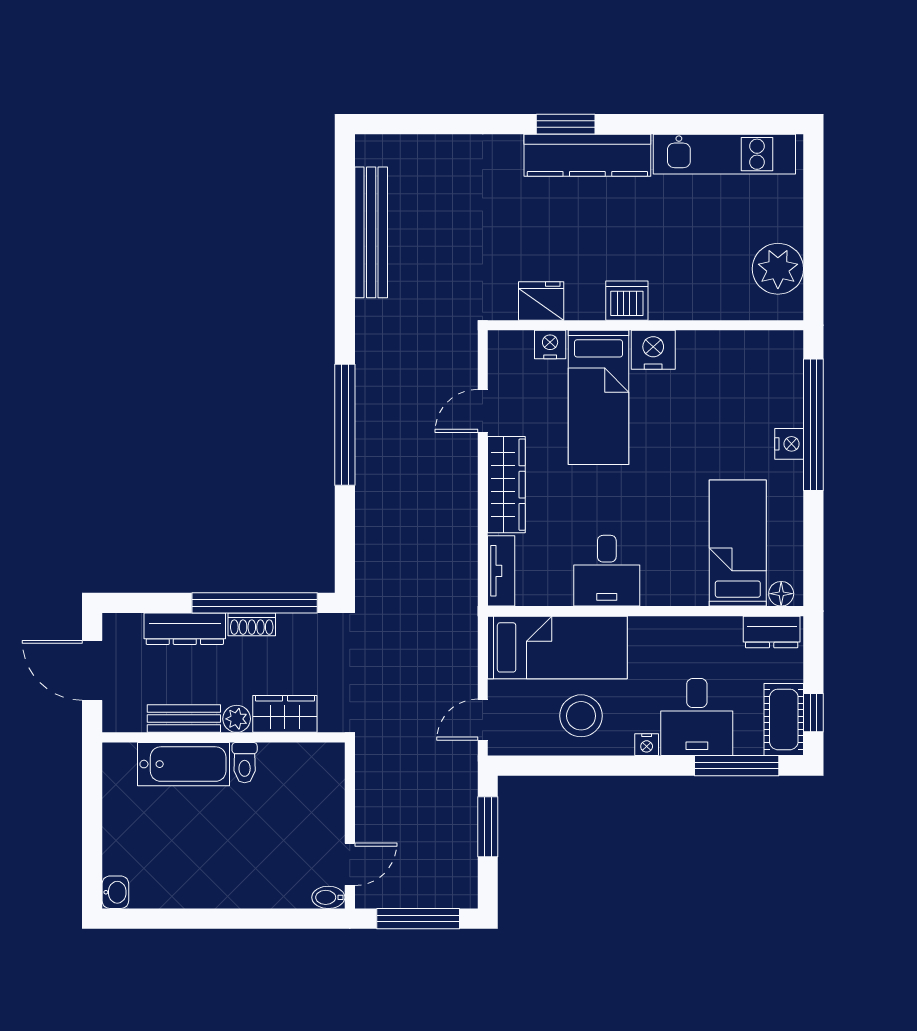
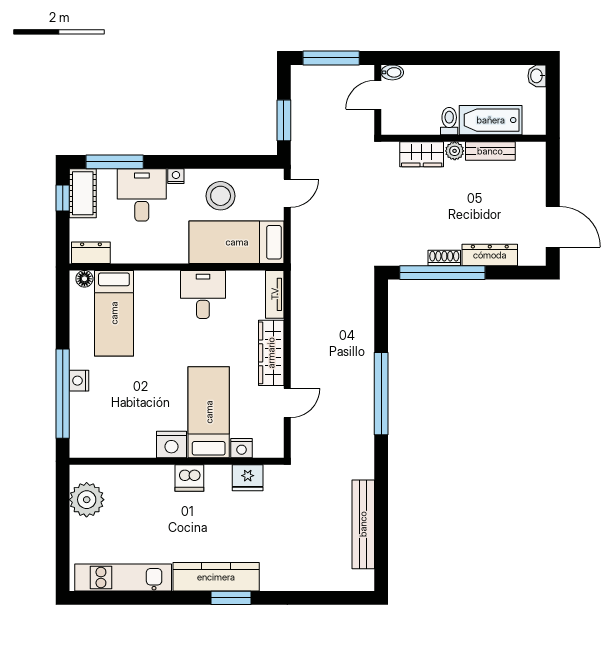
wardrobe: (285, 714) -> (422, 154), moved
bench: (184, 719) -> (490, 151), moved
plant: (237, 719) -> (455, 151), moved
wall: (223, 737) -> (464, 138), moved
toilet: (245, 763) -> (449, 121), moved
bathtub: (184, 764) -> (491, 120), moved

